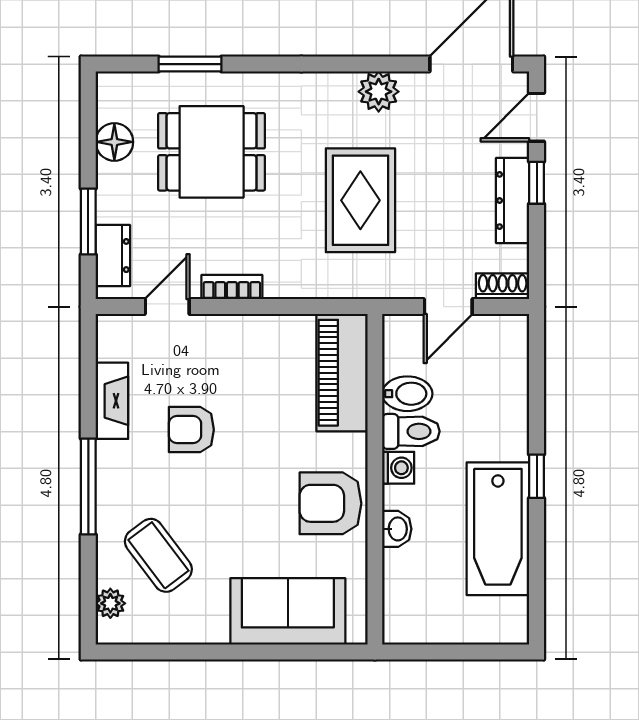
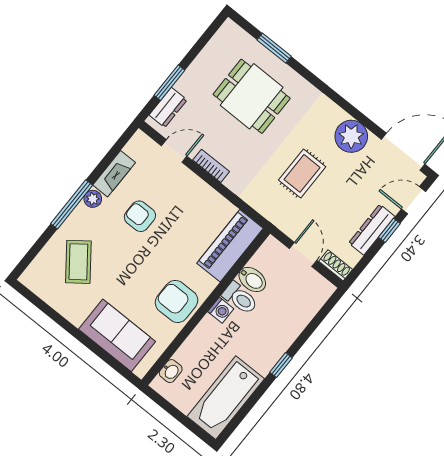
plant: (379, 92) -> (351, 136), width x1.36, depth x1.36
floor lamp: (114, 142) -> (211, 56), removed
rug: (360, 200) -> (302, 173), width x0.73, depth x0.70
door: (448, 307) -> (303, 255), swing flipped
washbasin: (397, 529) -> (171, 371), moved
bathtub: (498, 529) -> (226, 398), moved
plant: (110, 603) -> (93, 199), moved

